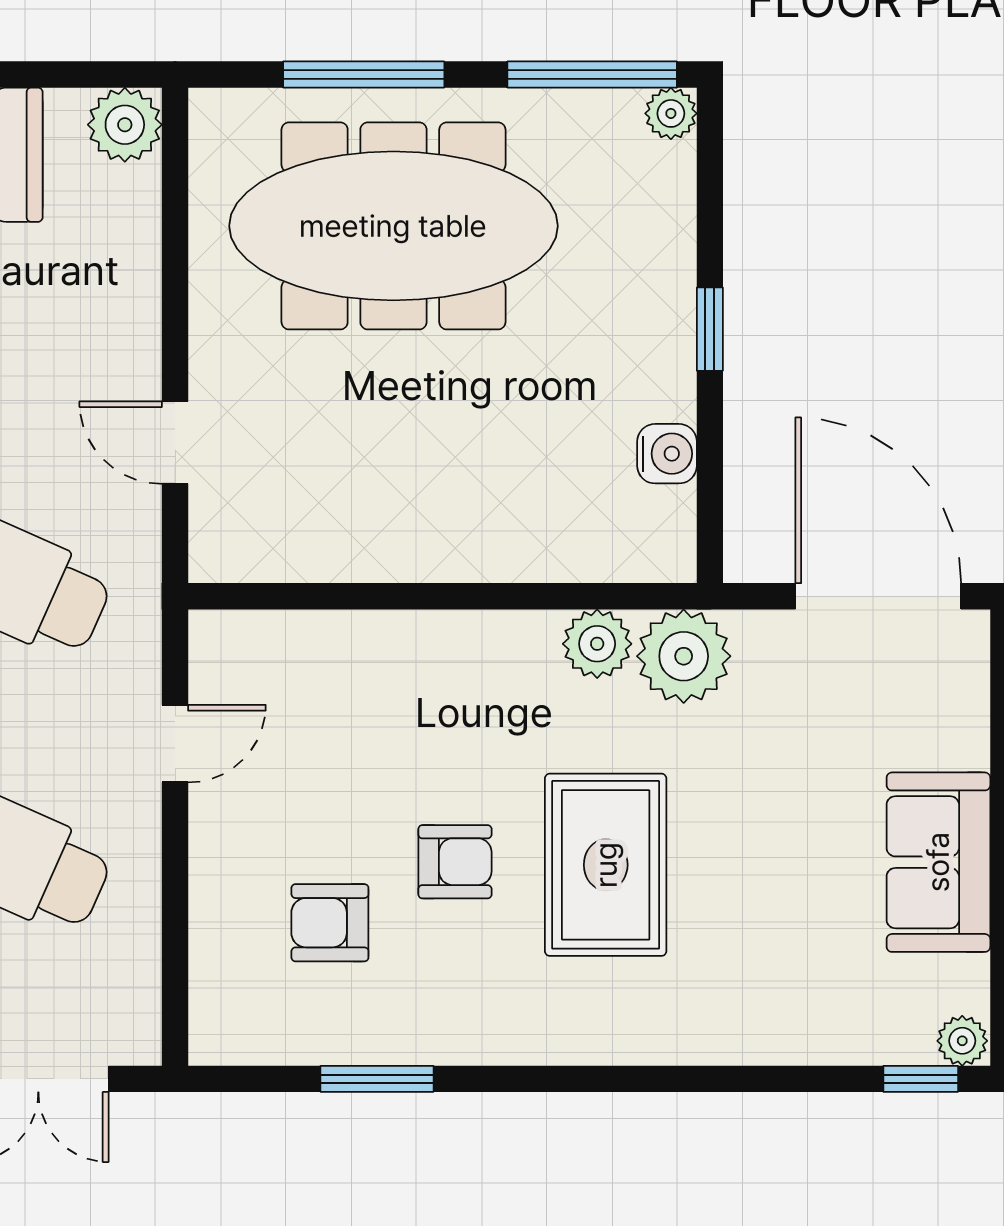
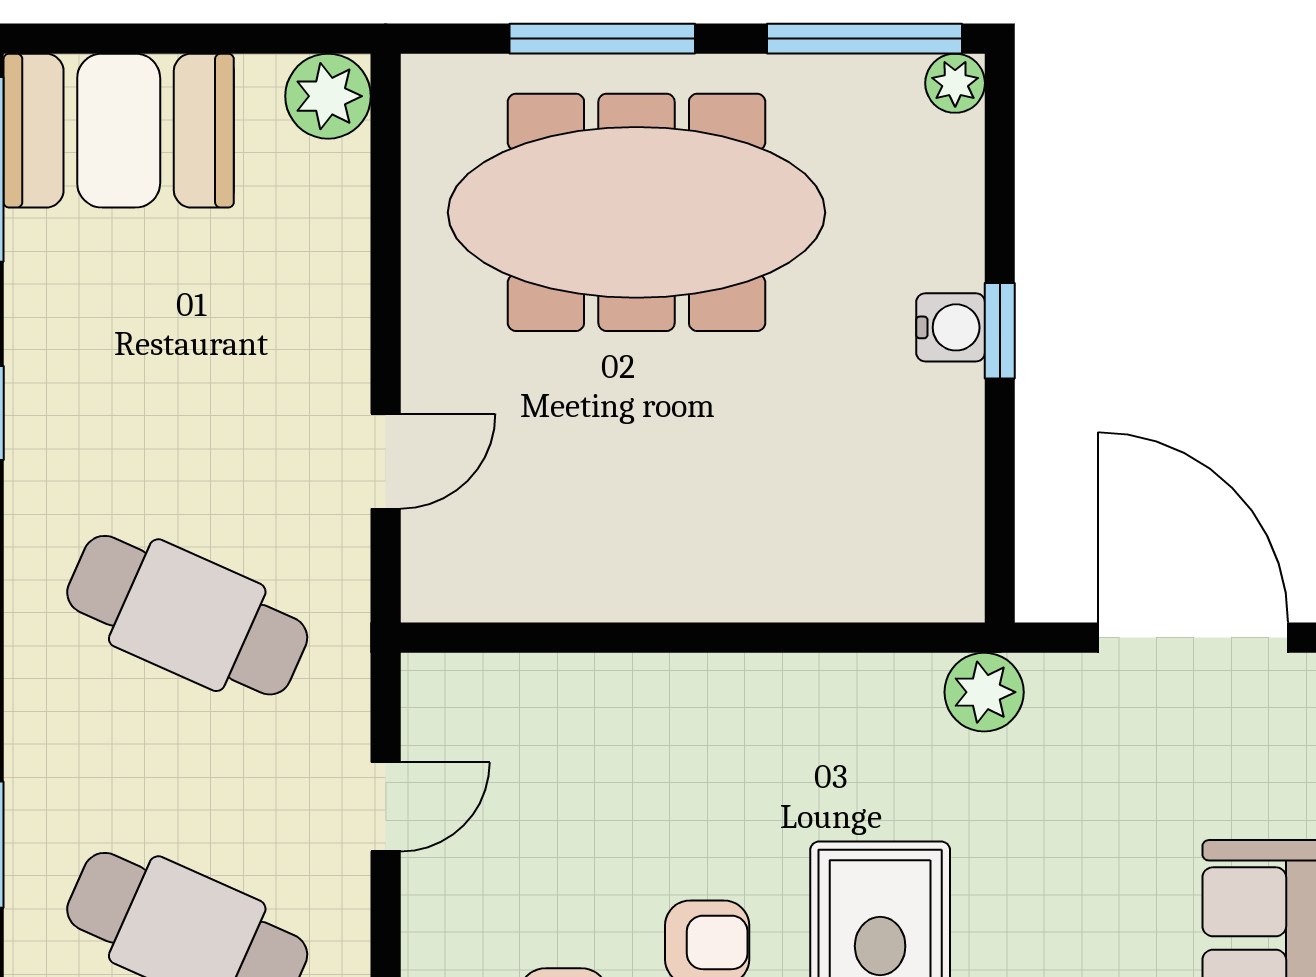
door: (175, 443) -> (386, 461), swing flipped
water cooler: (667, 454) -> (951, 327), moved
plant: (597, 644) -> (870, 692), removed
plant: (684, 656) -> (984, 692), width x0.73, depth x0.73

